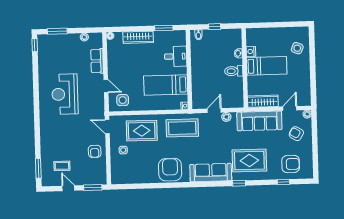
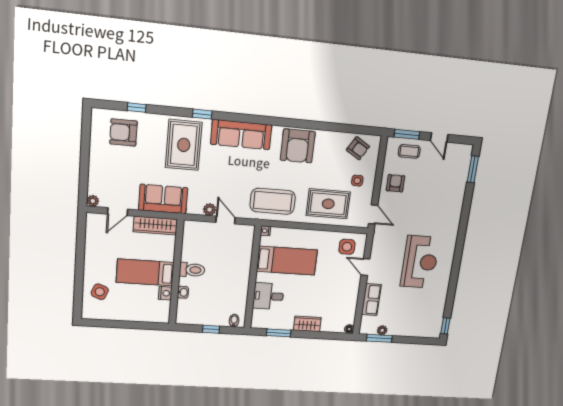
window: (57, 31) -> (379, 338), moved
wardrobe: (138, 37) -> (307, 324), width x0.67
door: (214, 111) -> (226, 220), swing flipped
sofa: (259, 121) -> (163, 199), width x0.73
armchair: (296, 134) -> (358, 148), moved
rug: (249, 160) -> (184, 145), turned 90
coffee table: (62, 166) -> (409, 151), moved

